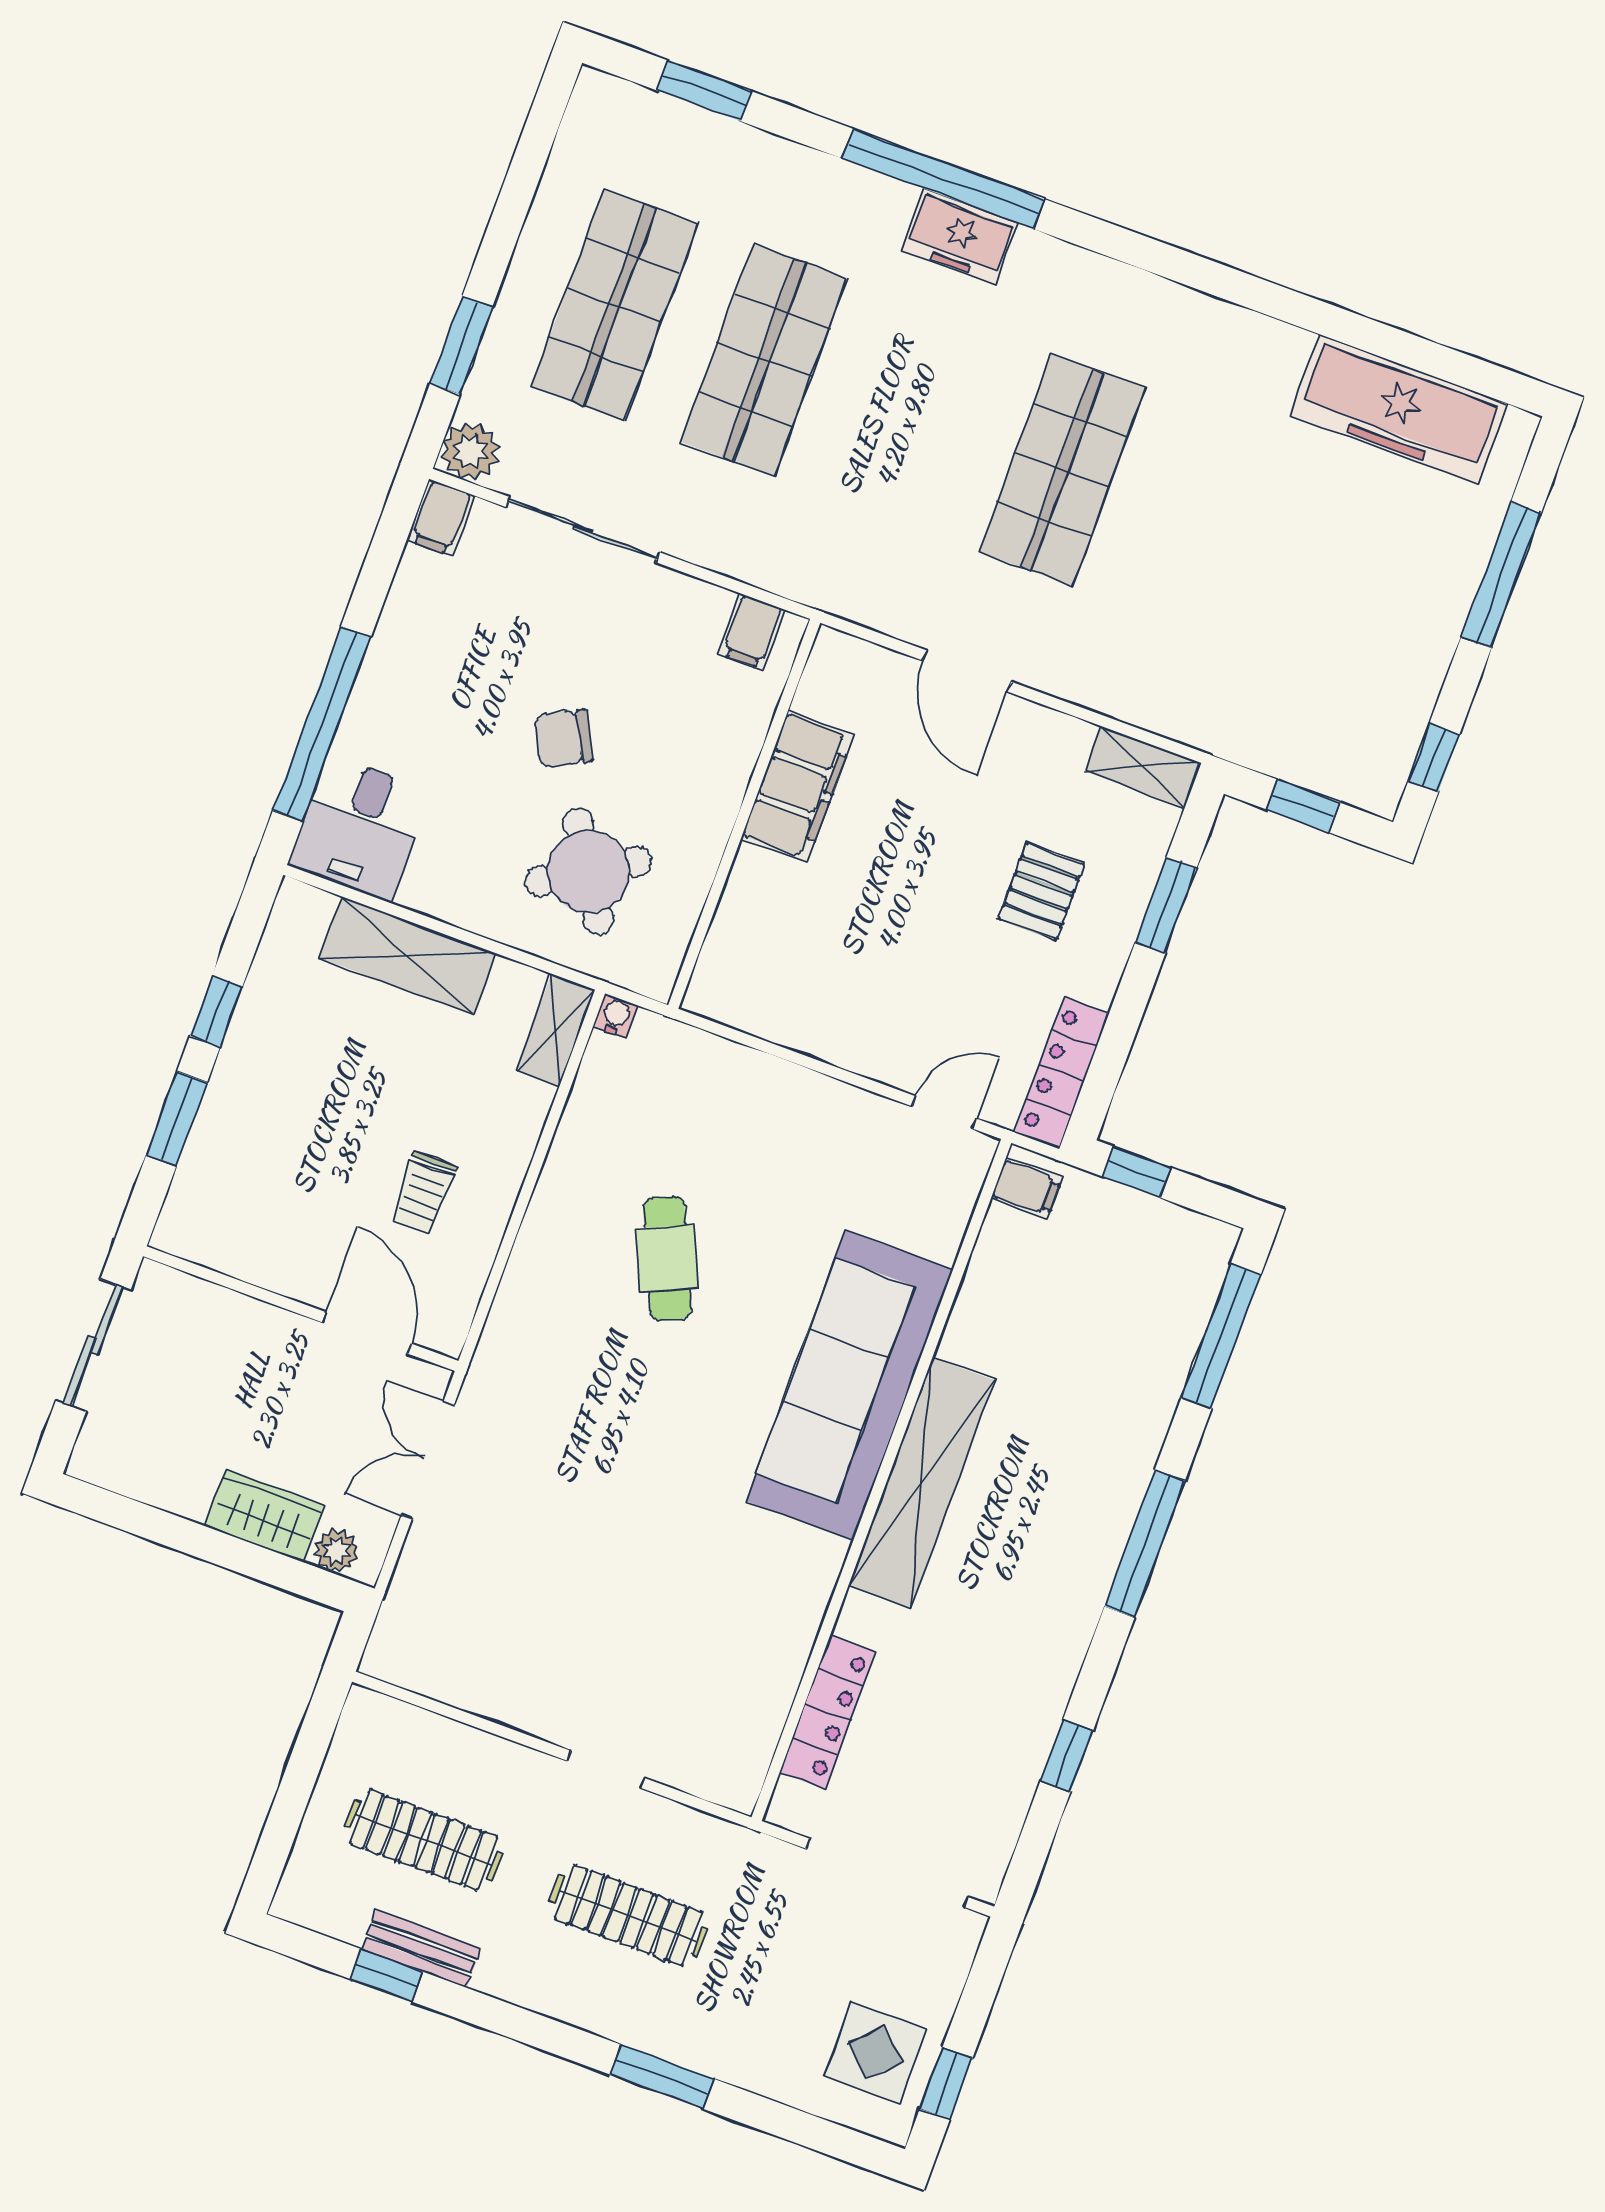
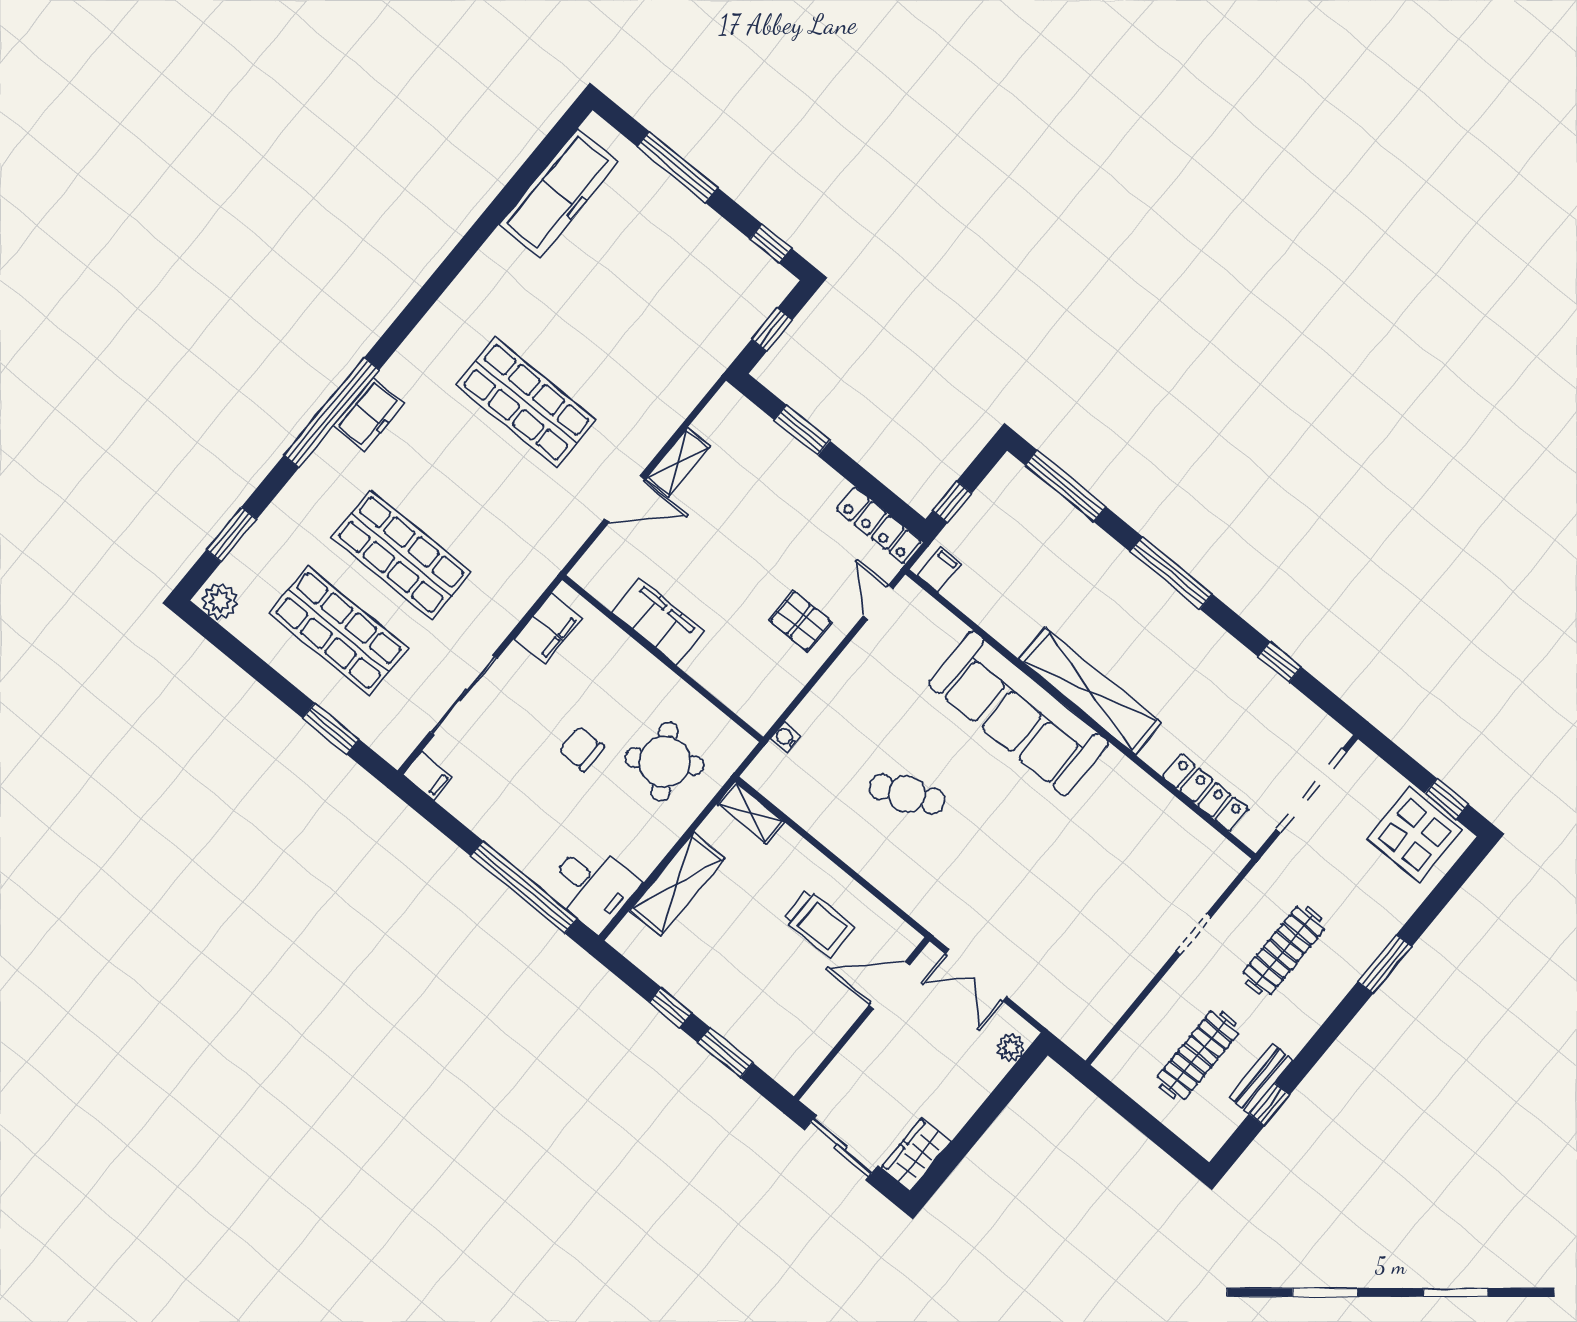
plant: (470, 451) -> (220, 601), moved
filing cabinet: (752, 632) -> (548, 628), width x2.00
chair: (563, 738) -> (582, 749), turned 117
shelving: (1143, 767) -> (678, 462), moved
pallet: (1041, 891) -> (800, 621), moved
water cooler: (616, 1016) -> (786, 737), moved
trolley: (424, 1193) -> (819, 923), width x1.36, depth x1.39
wardrobe: (265, 1516) -> (916, 1154), moved
display table: (875, 2053) -> (1414, 834), width x1.36, depth x1.36

